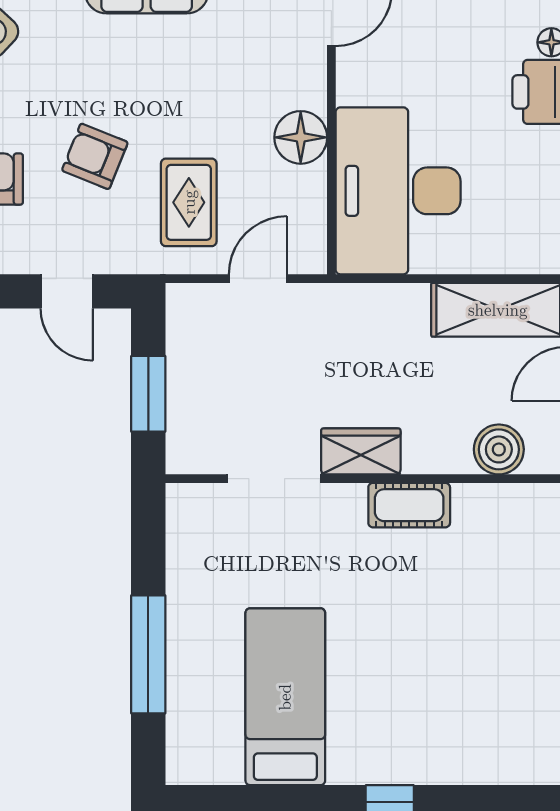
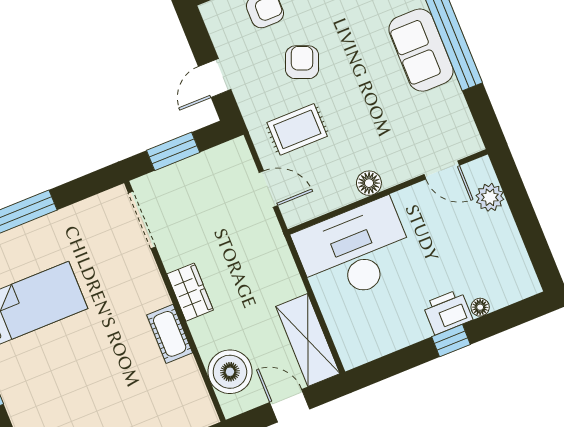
floor lamp: (301, 137) -> (369, 183), width x0.73, depth x0.73
boiler: (499, 449) -> (230, 372), width x1.37, depth x1.37
doorway: (274, 479) -> (142, 220), moved

